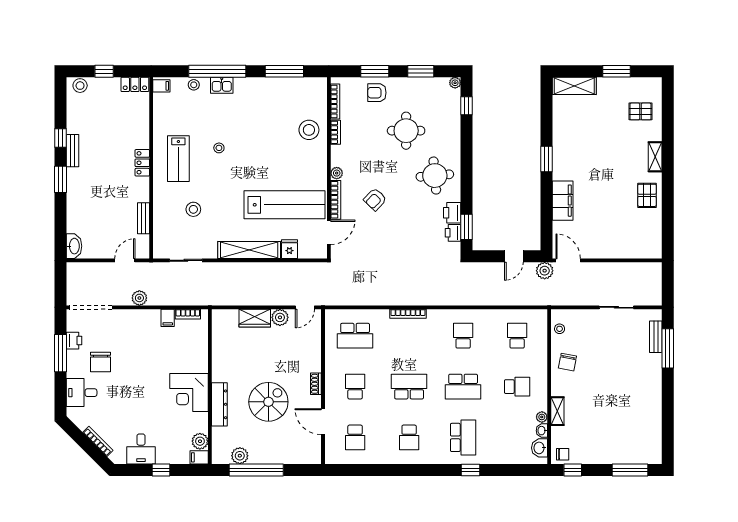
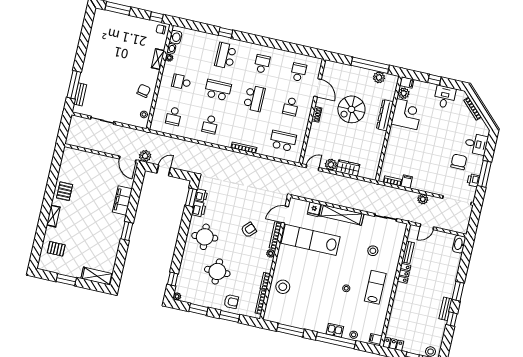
locker: (142, 163) -> (404, 273), moved
school desk: (409, 387) -> (254, 98), turned -90
corner desk: (189, 393) -> (407, 114), moved

